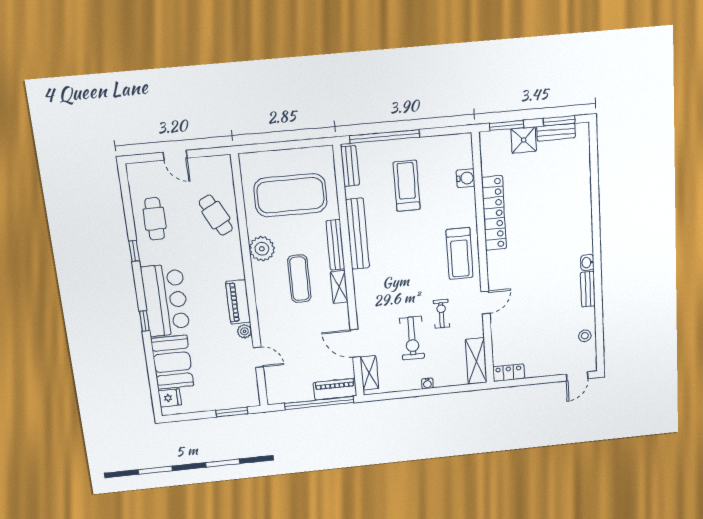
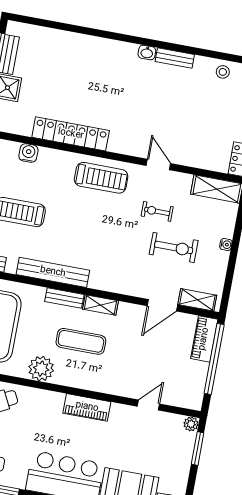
bench: (335, 245) -> (64, 298), width x0.73
plant: (244, 331) -> (191, 424), moved

